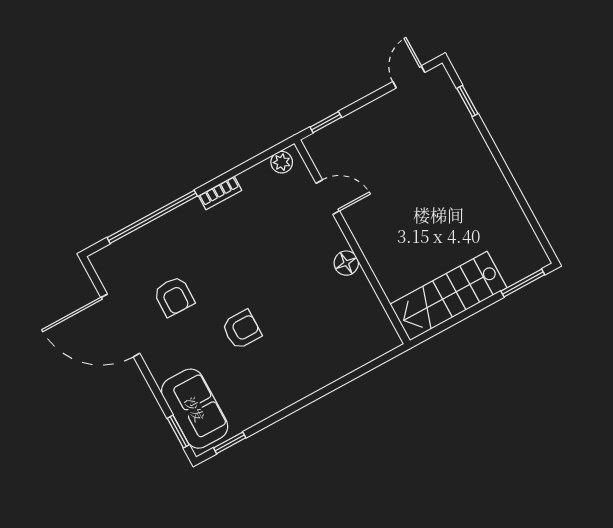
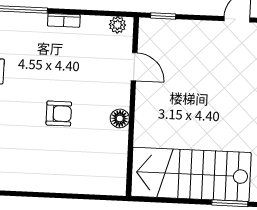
stairs: (448, 296) -> (191, 174), width x1.36, depth x1.51
armchair: (242, 330) -> (59, 113), moved

